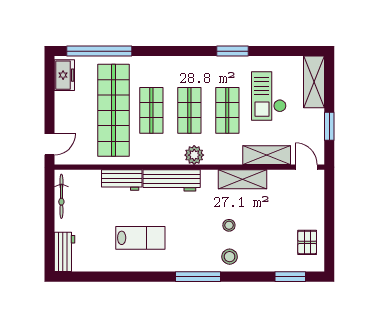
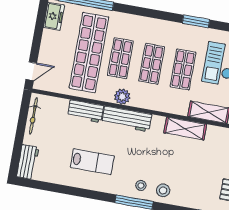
plant: (194, 155) -> (122, 97), moved
stool: (229, 225) -> (141, 185), moved

